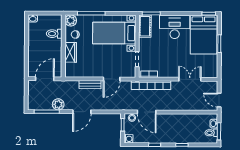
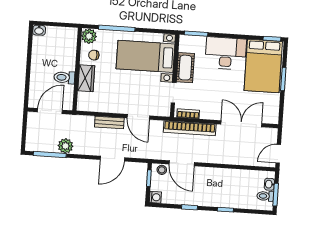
cot: (145, 26) -> (185, 68), moved
toilet: (54, 34) -> (64, 77), moved
door: (112, 79) -> (138, 117), hinge flipped
double door: (190, 79) -> (241, 124), width x1.37
door: (219, 100) -> (278, 154), hinge flipped
door: (82, 112) -> (112, 159), moved

